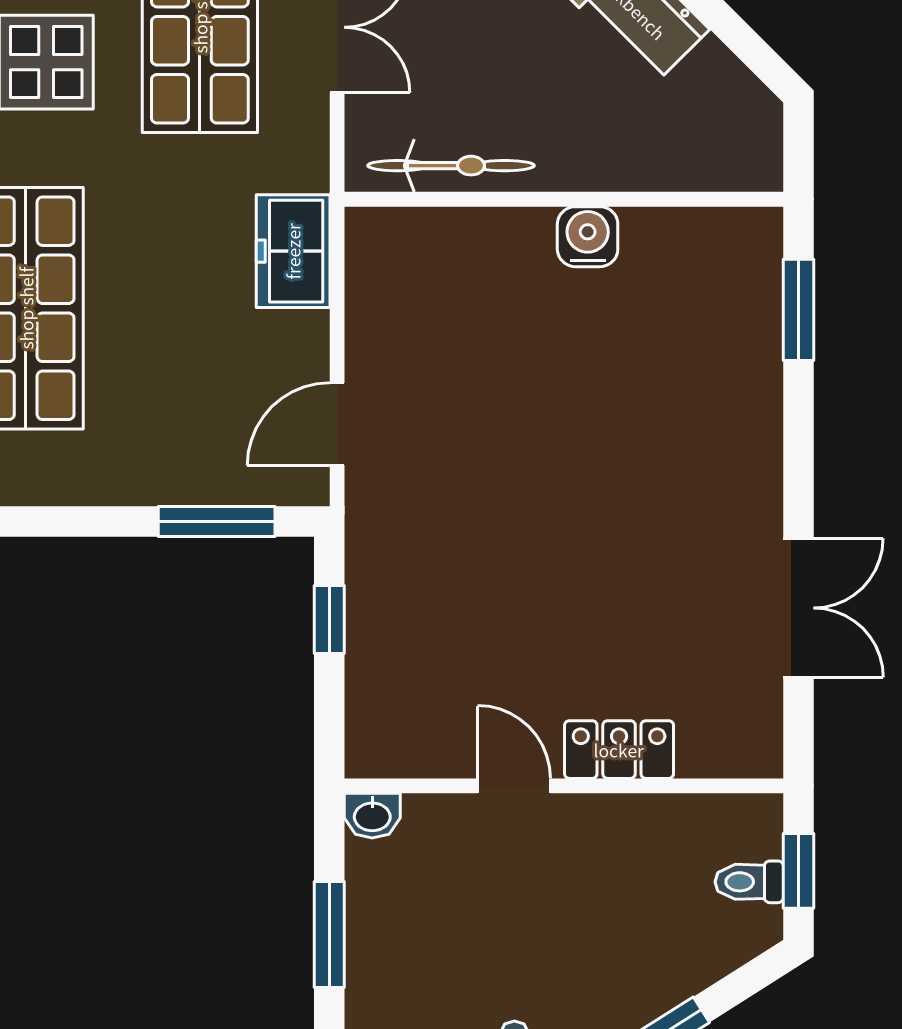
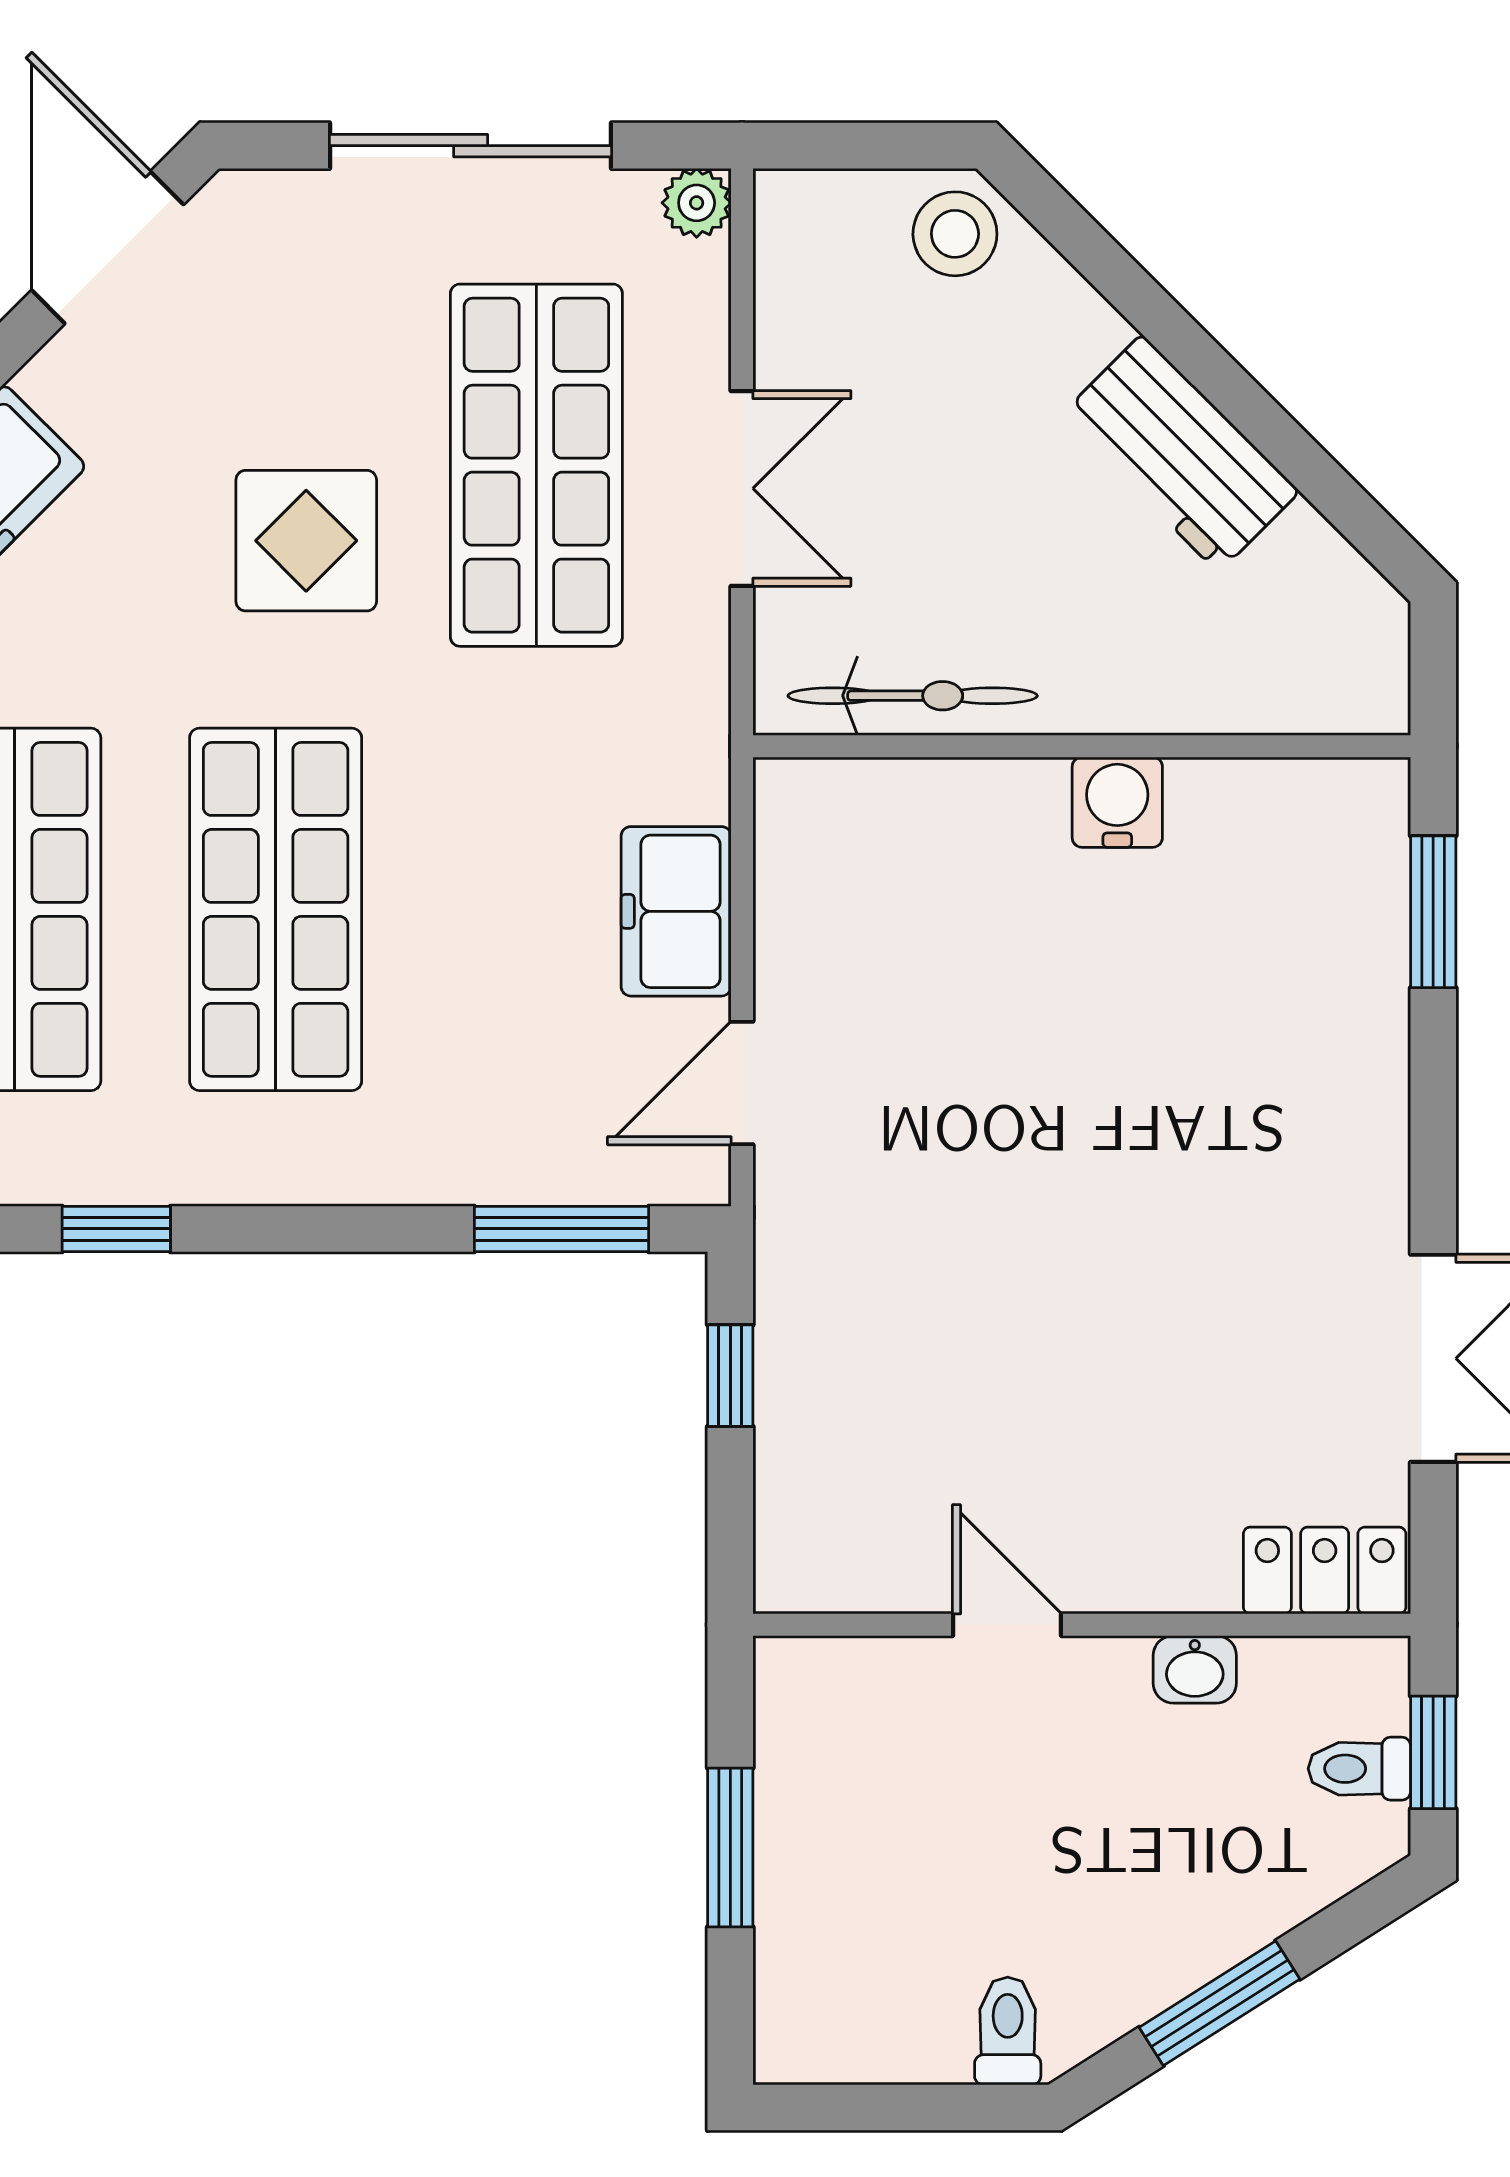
freezer: (293, 251) -> (676, 911), moved
locker: (619, 750) -> (1325, 1570), moved
washbasin: (372, 816) -> (1195, 1669), moved

